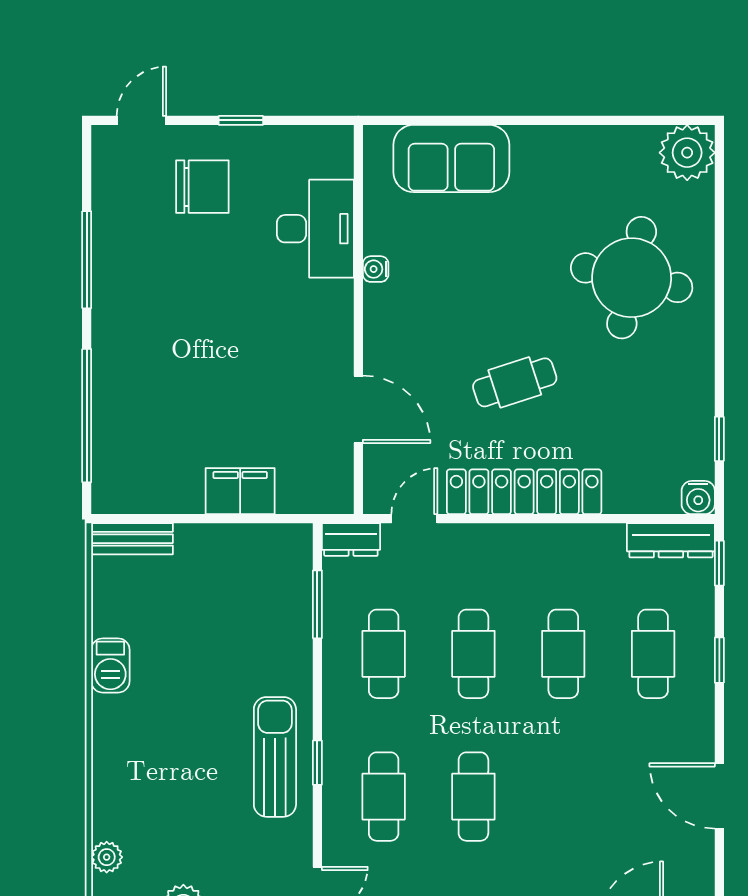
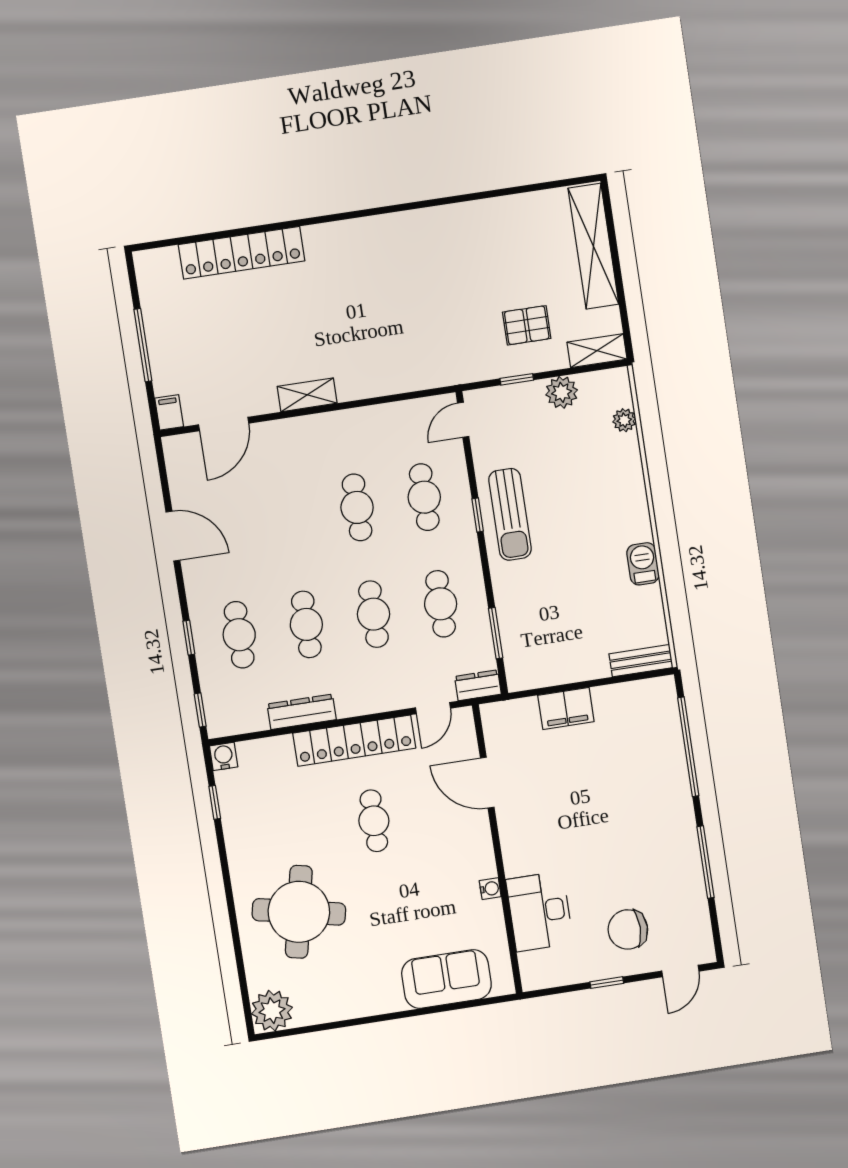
cafe table: (515, 382) -> (374, 821), turned -72
dresser: (671, 540) -> (302, 712), moved

